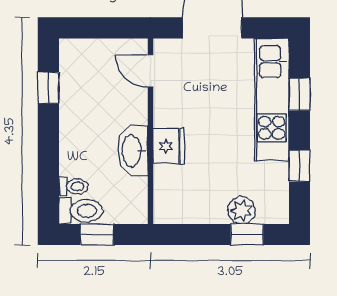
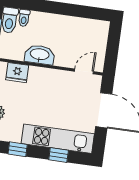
window: (48, 88) -> (83, 12), removed
fridge: (168, 146) -> (17, 73), moved

